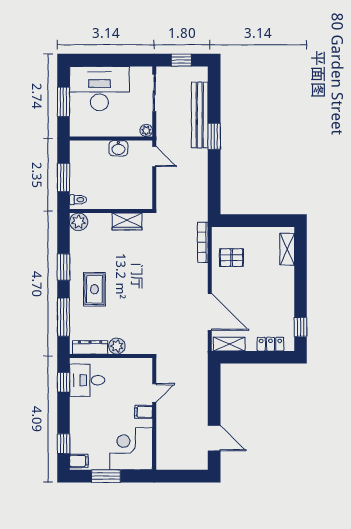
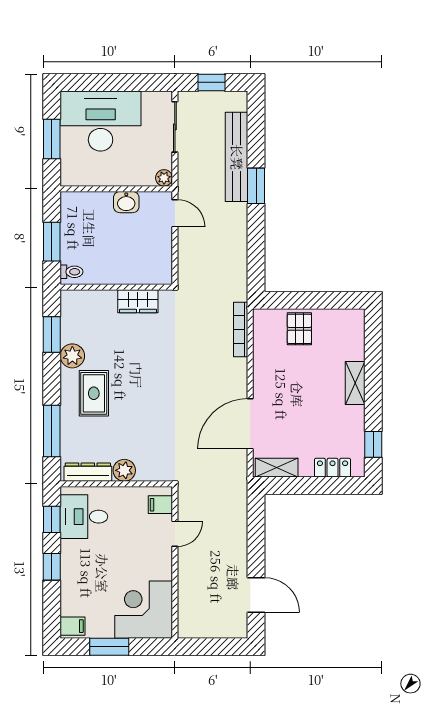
plant: (79, 222) -> (72, 356), moved
shelving: (287, 249) -> (355, 383), moved
pallet: (232, 258) -> (299, 329), moved, turned 90
window: (64, 267) -> (52, 335), moved
door: (210, 312) -> (250, 424), swing flipped
filing cabinet: (144, 412) -> (160, 505), moved
window: (64, 444) -> (52, 567), moved

